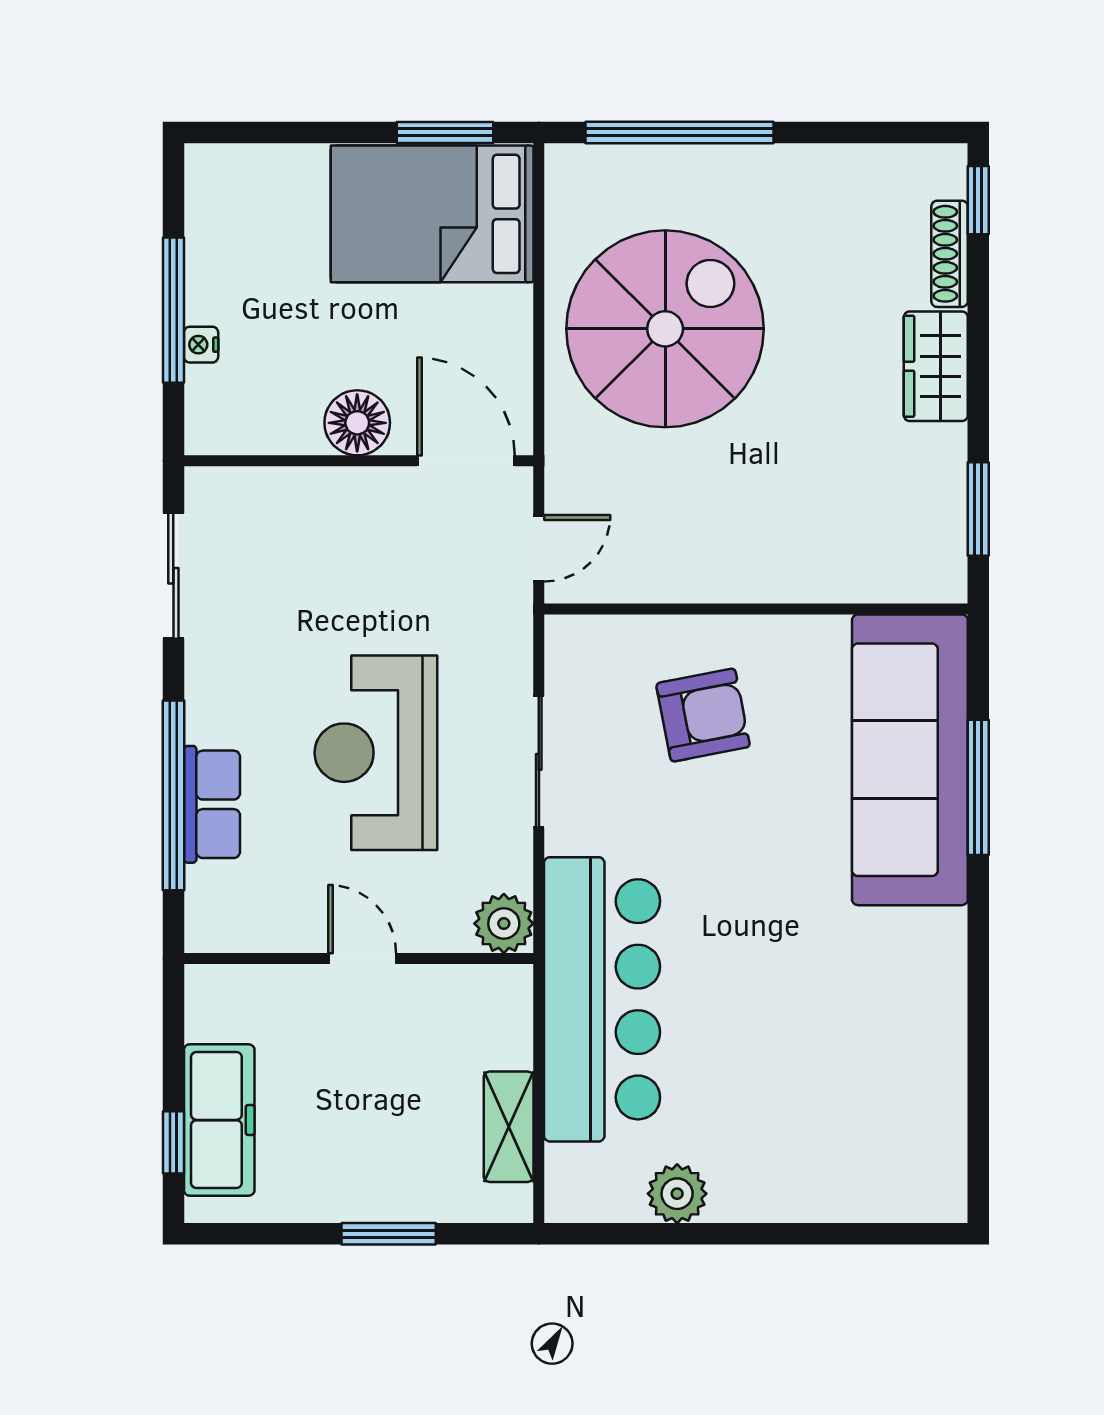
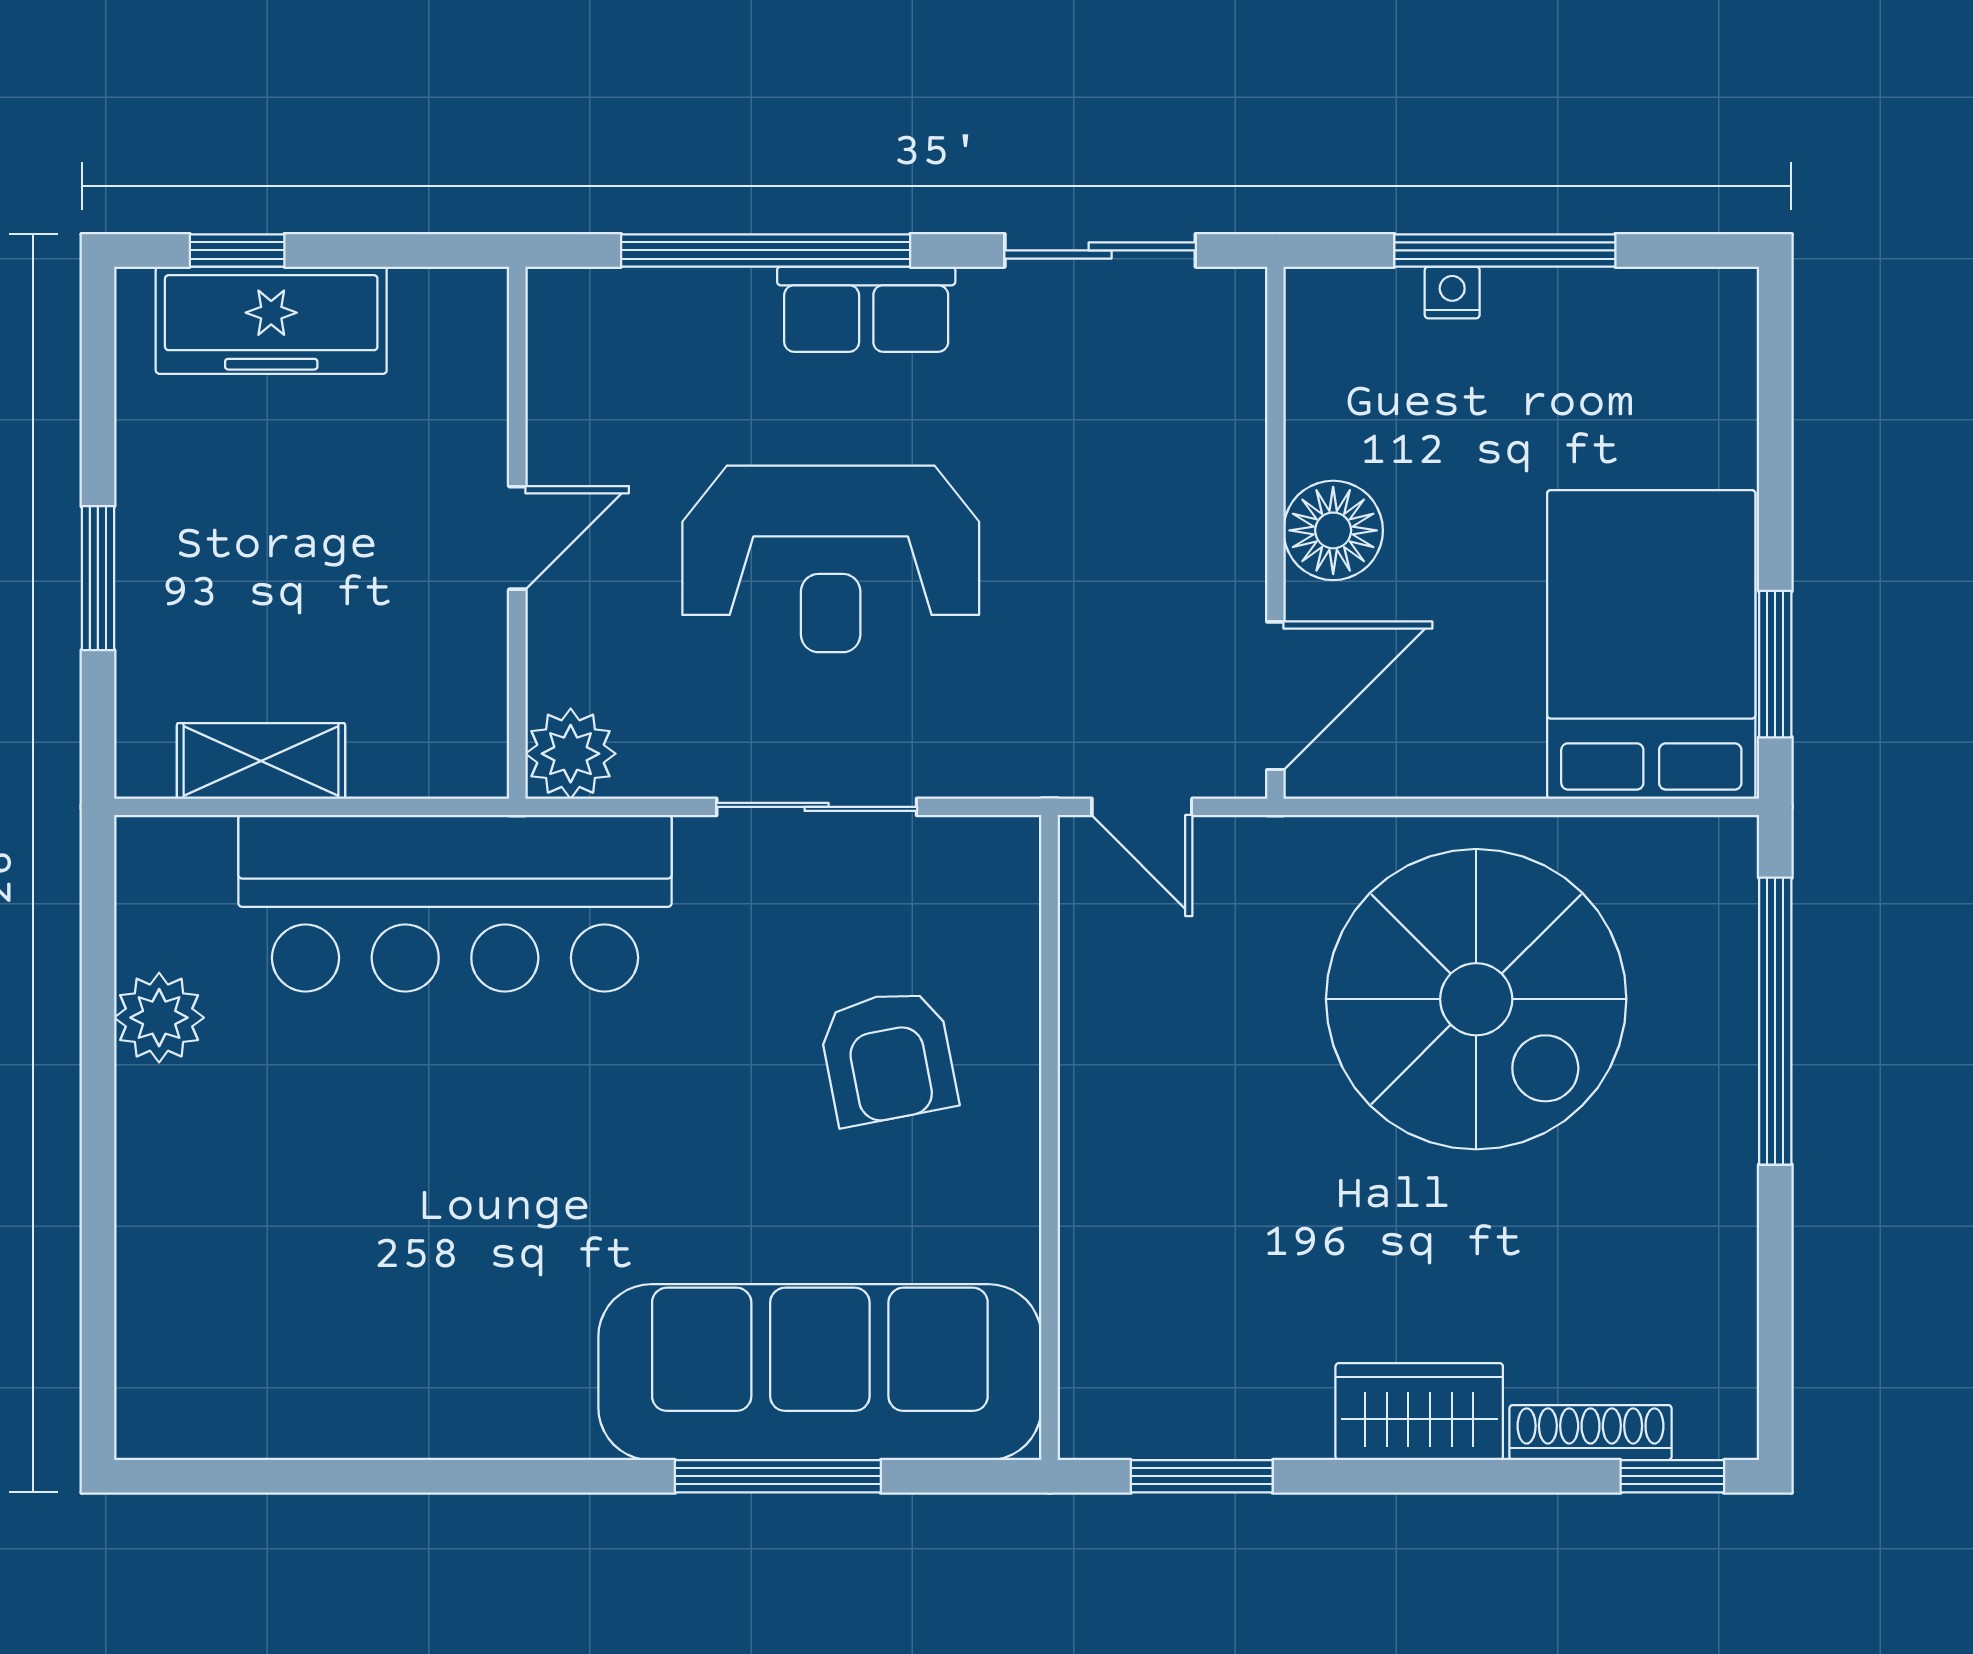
reception desk: (376, 753) -> (831, 559), turned 180
row of seats: (212, 804) -> (866, 309), moved

